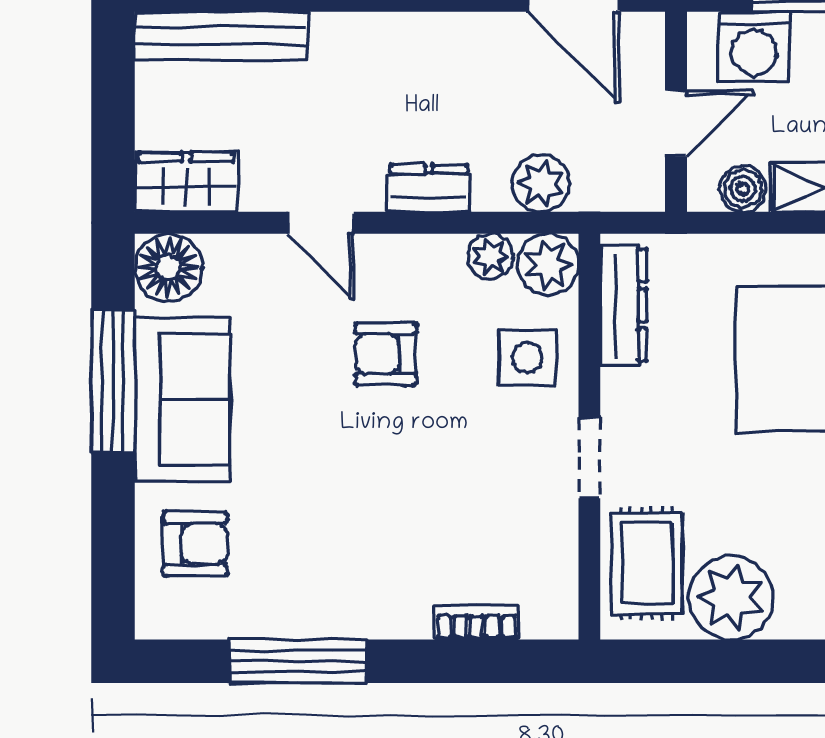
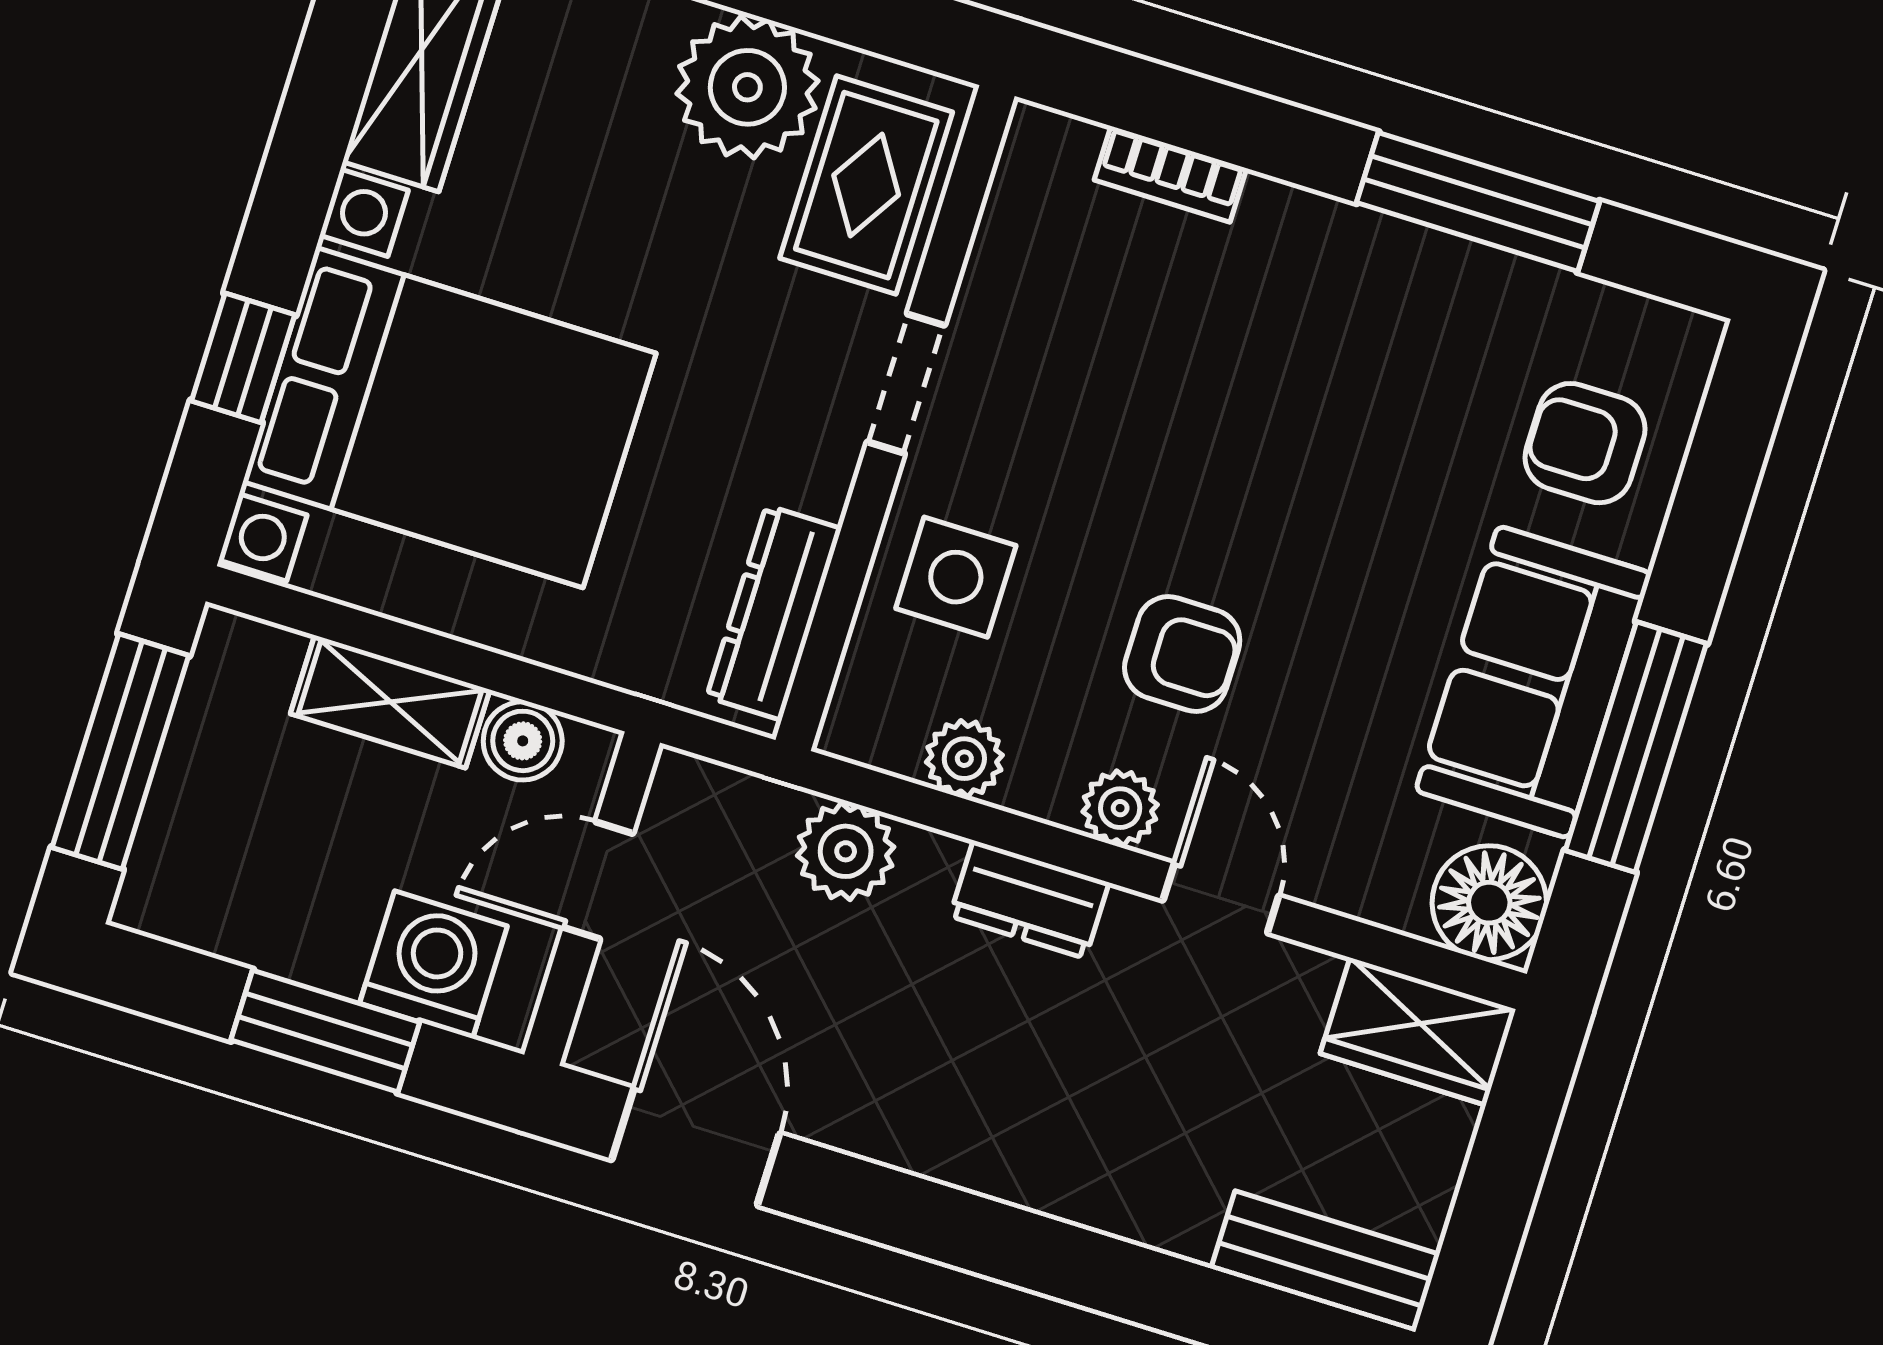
bench: (221, 36) -> (1325, 1261), width x0.73
plant: (548, 264) -> (1120, 808), moved, width x0.73, depth x0.73

